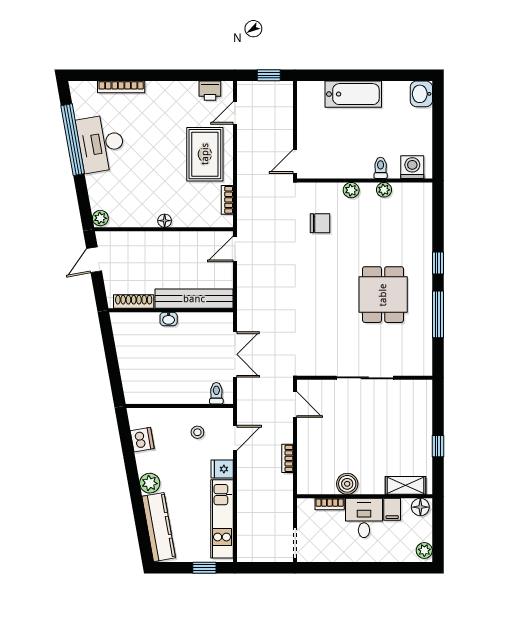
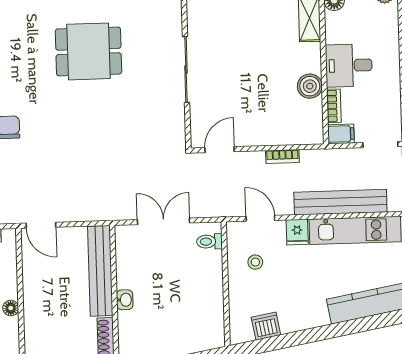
plant: (150, 483) -> (316, 316), removed
bench: (247, 507) -> (340, 202), added
filing cabinet: (392, 509) -> (341, 134), moved

